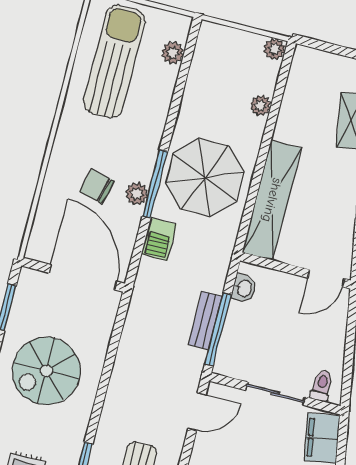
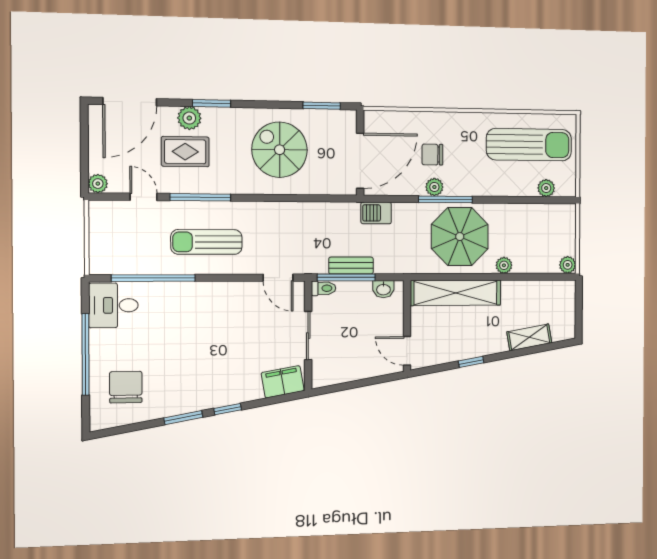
plant: (260, 106) -> (504, 265), moved
chair: (97, 186) -> (432, 155), turned -104
barbecue: (159, 239) -> (376, 213), moved
toilet: (322, 386) -> (324, 288), moved

